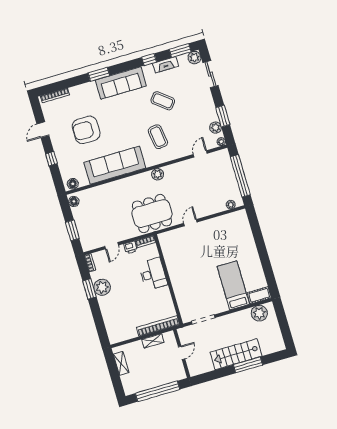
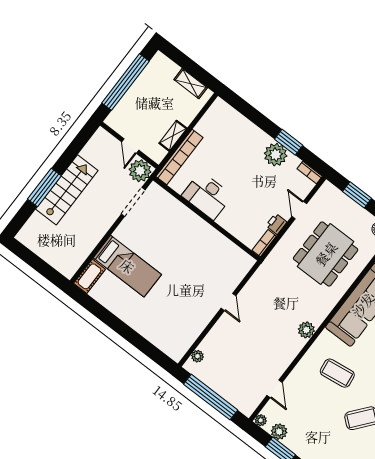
dining table: (152, 214) -> (326, 254), moved
desk: (153, 274) -> (207, 196), moved
plant: (259, 313) -> (140, 171), moved

